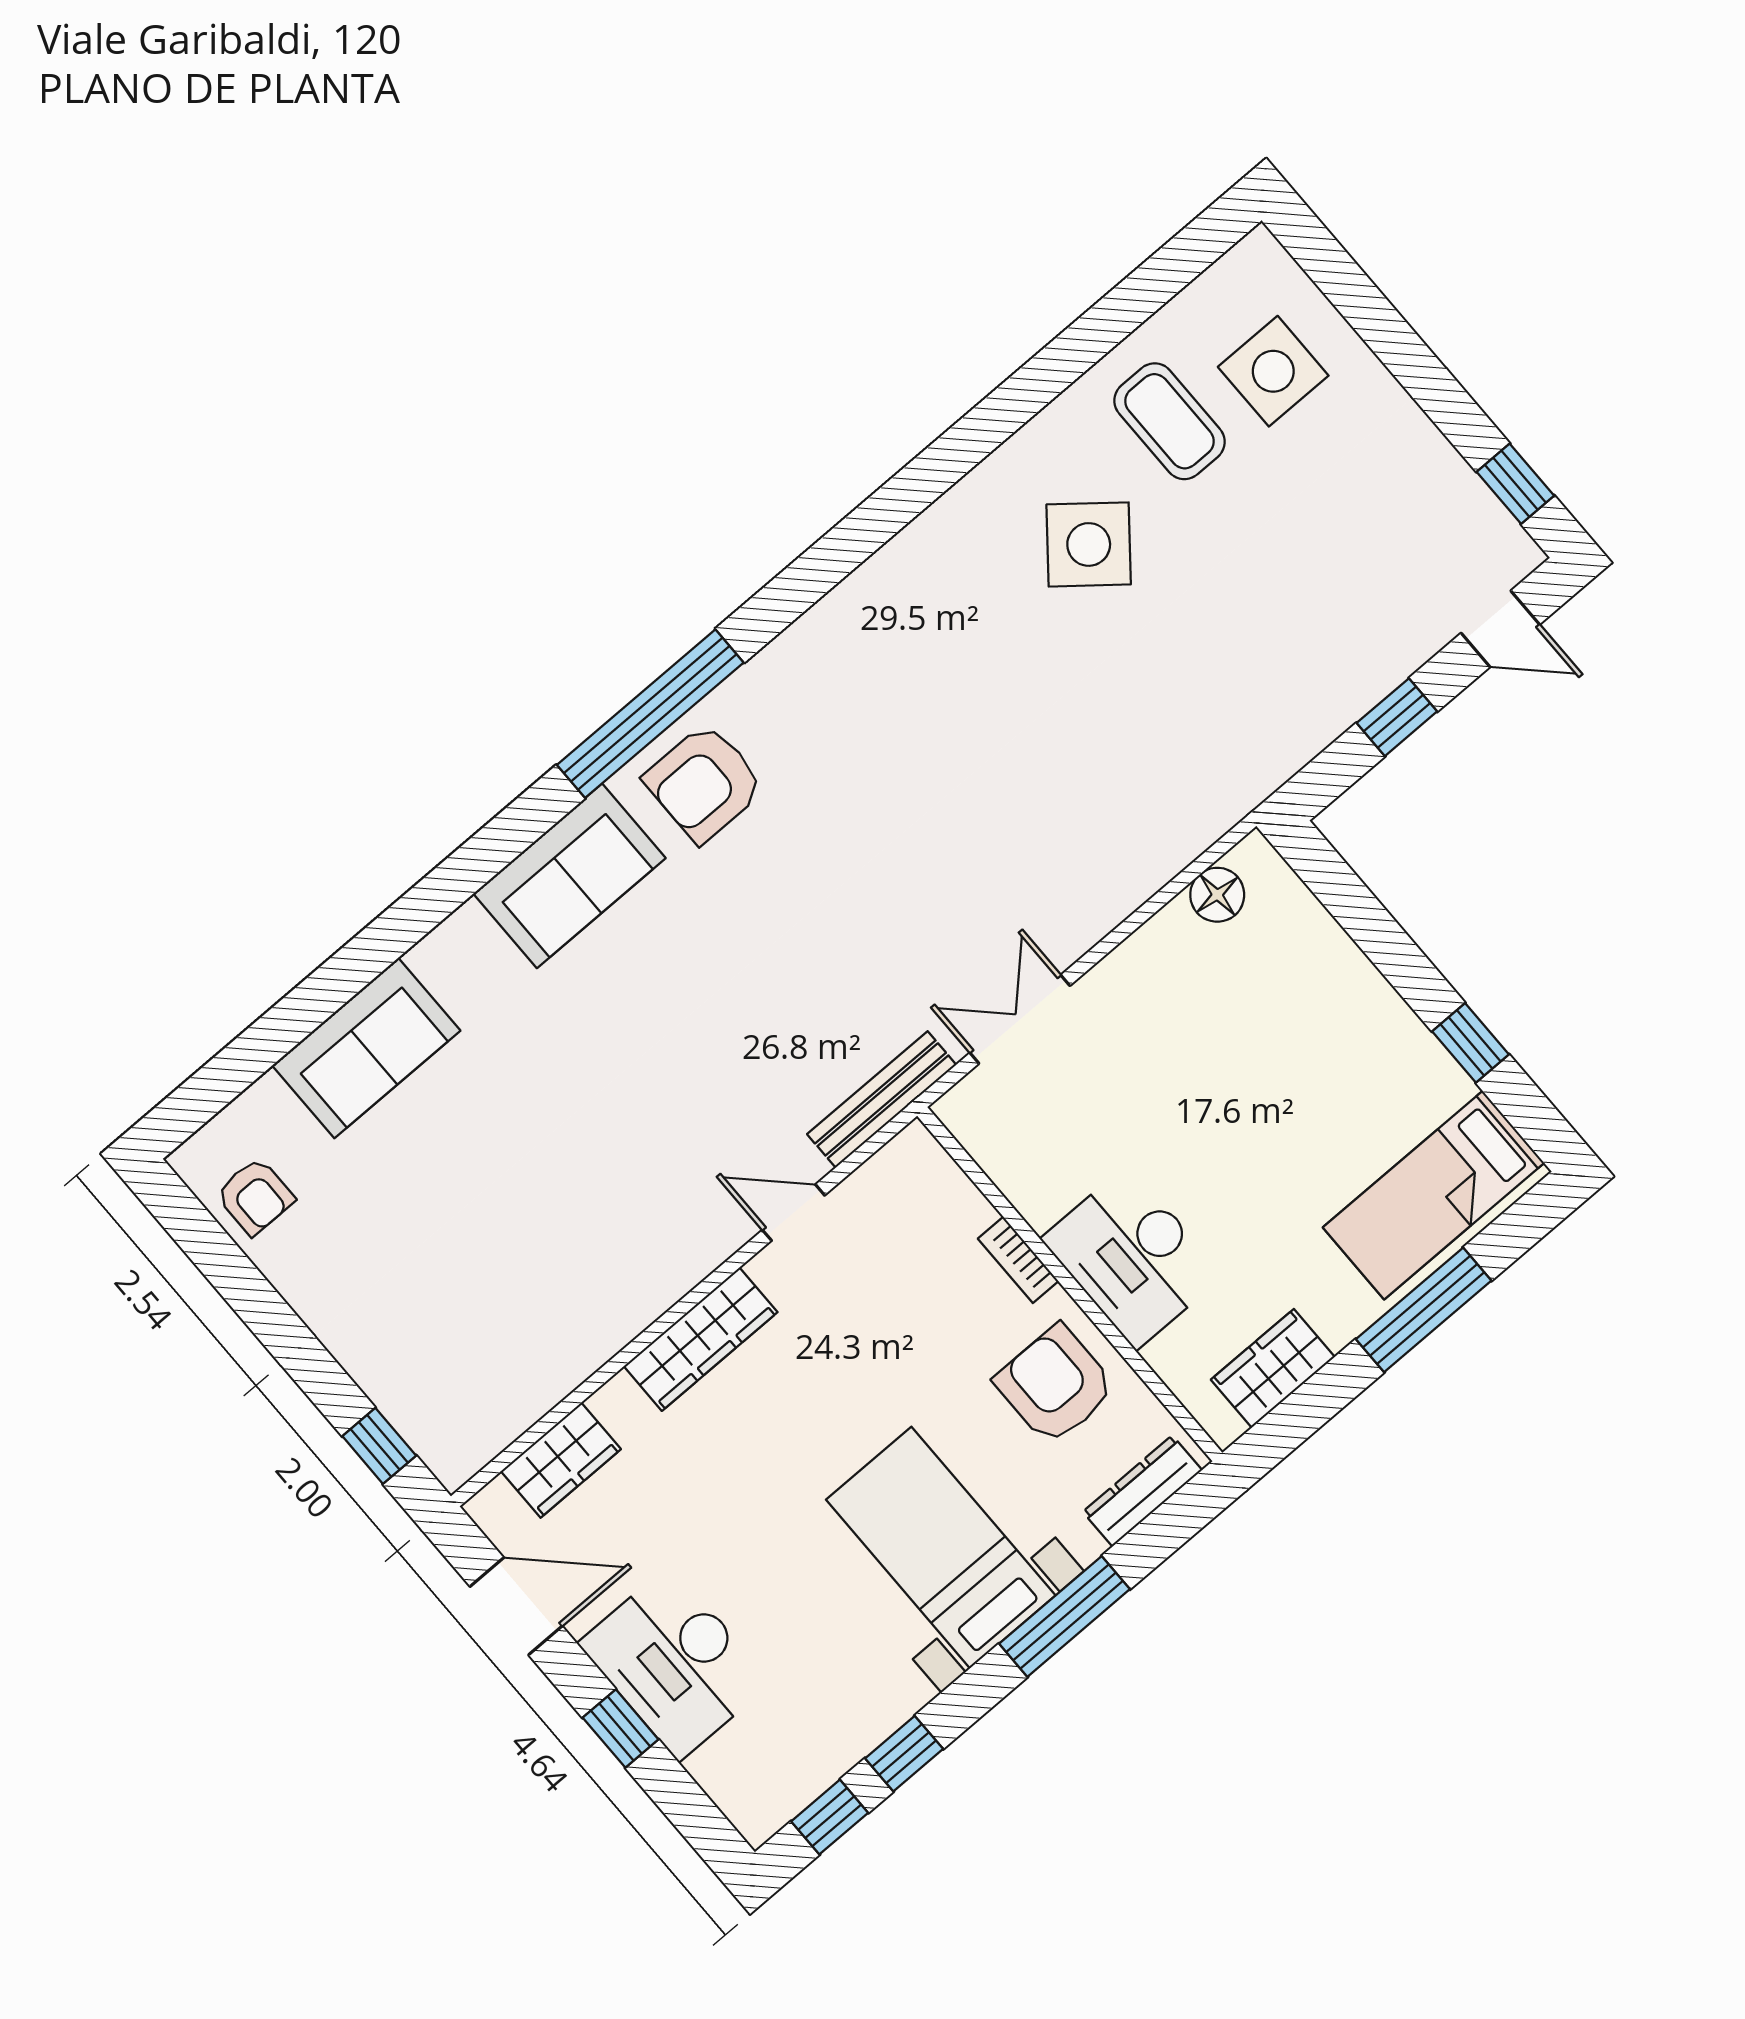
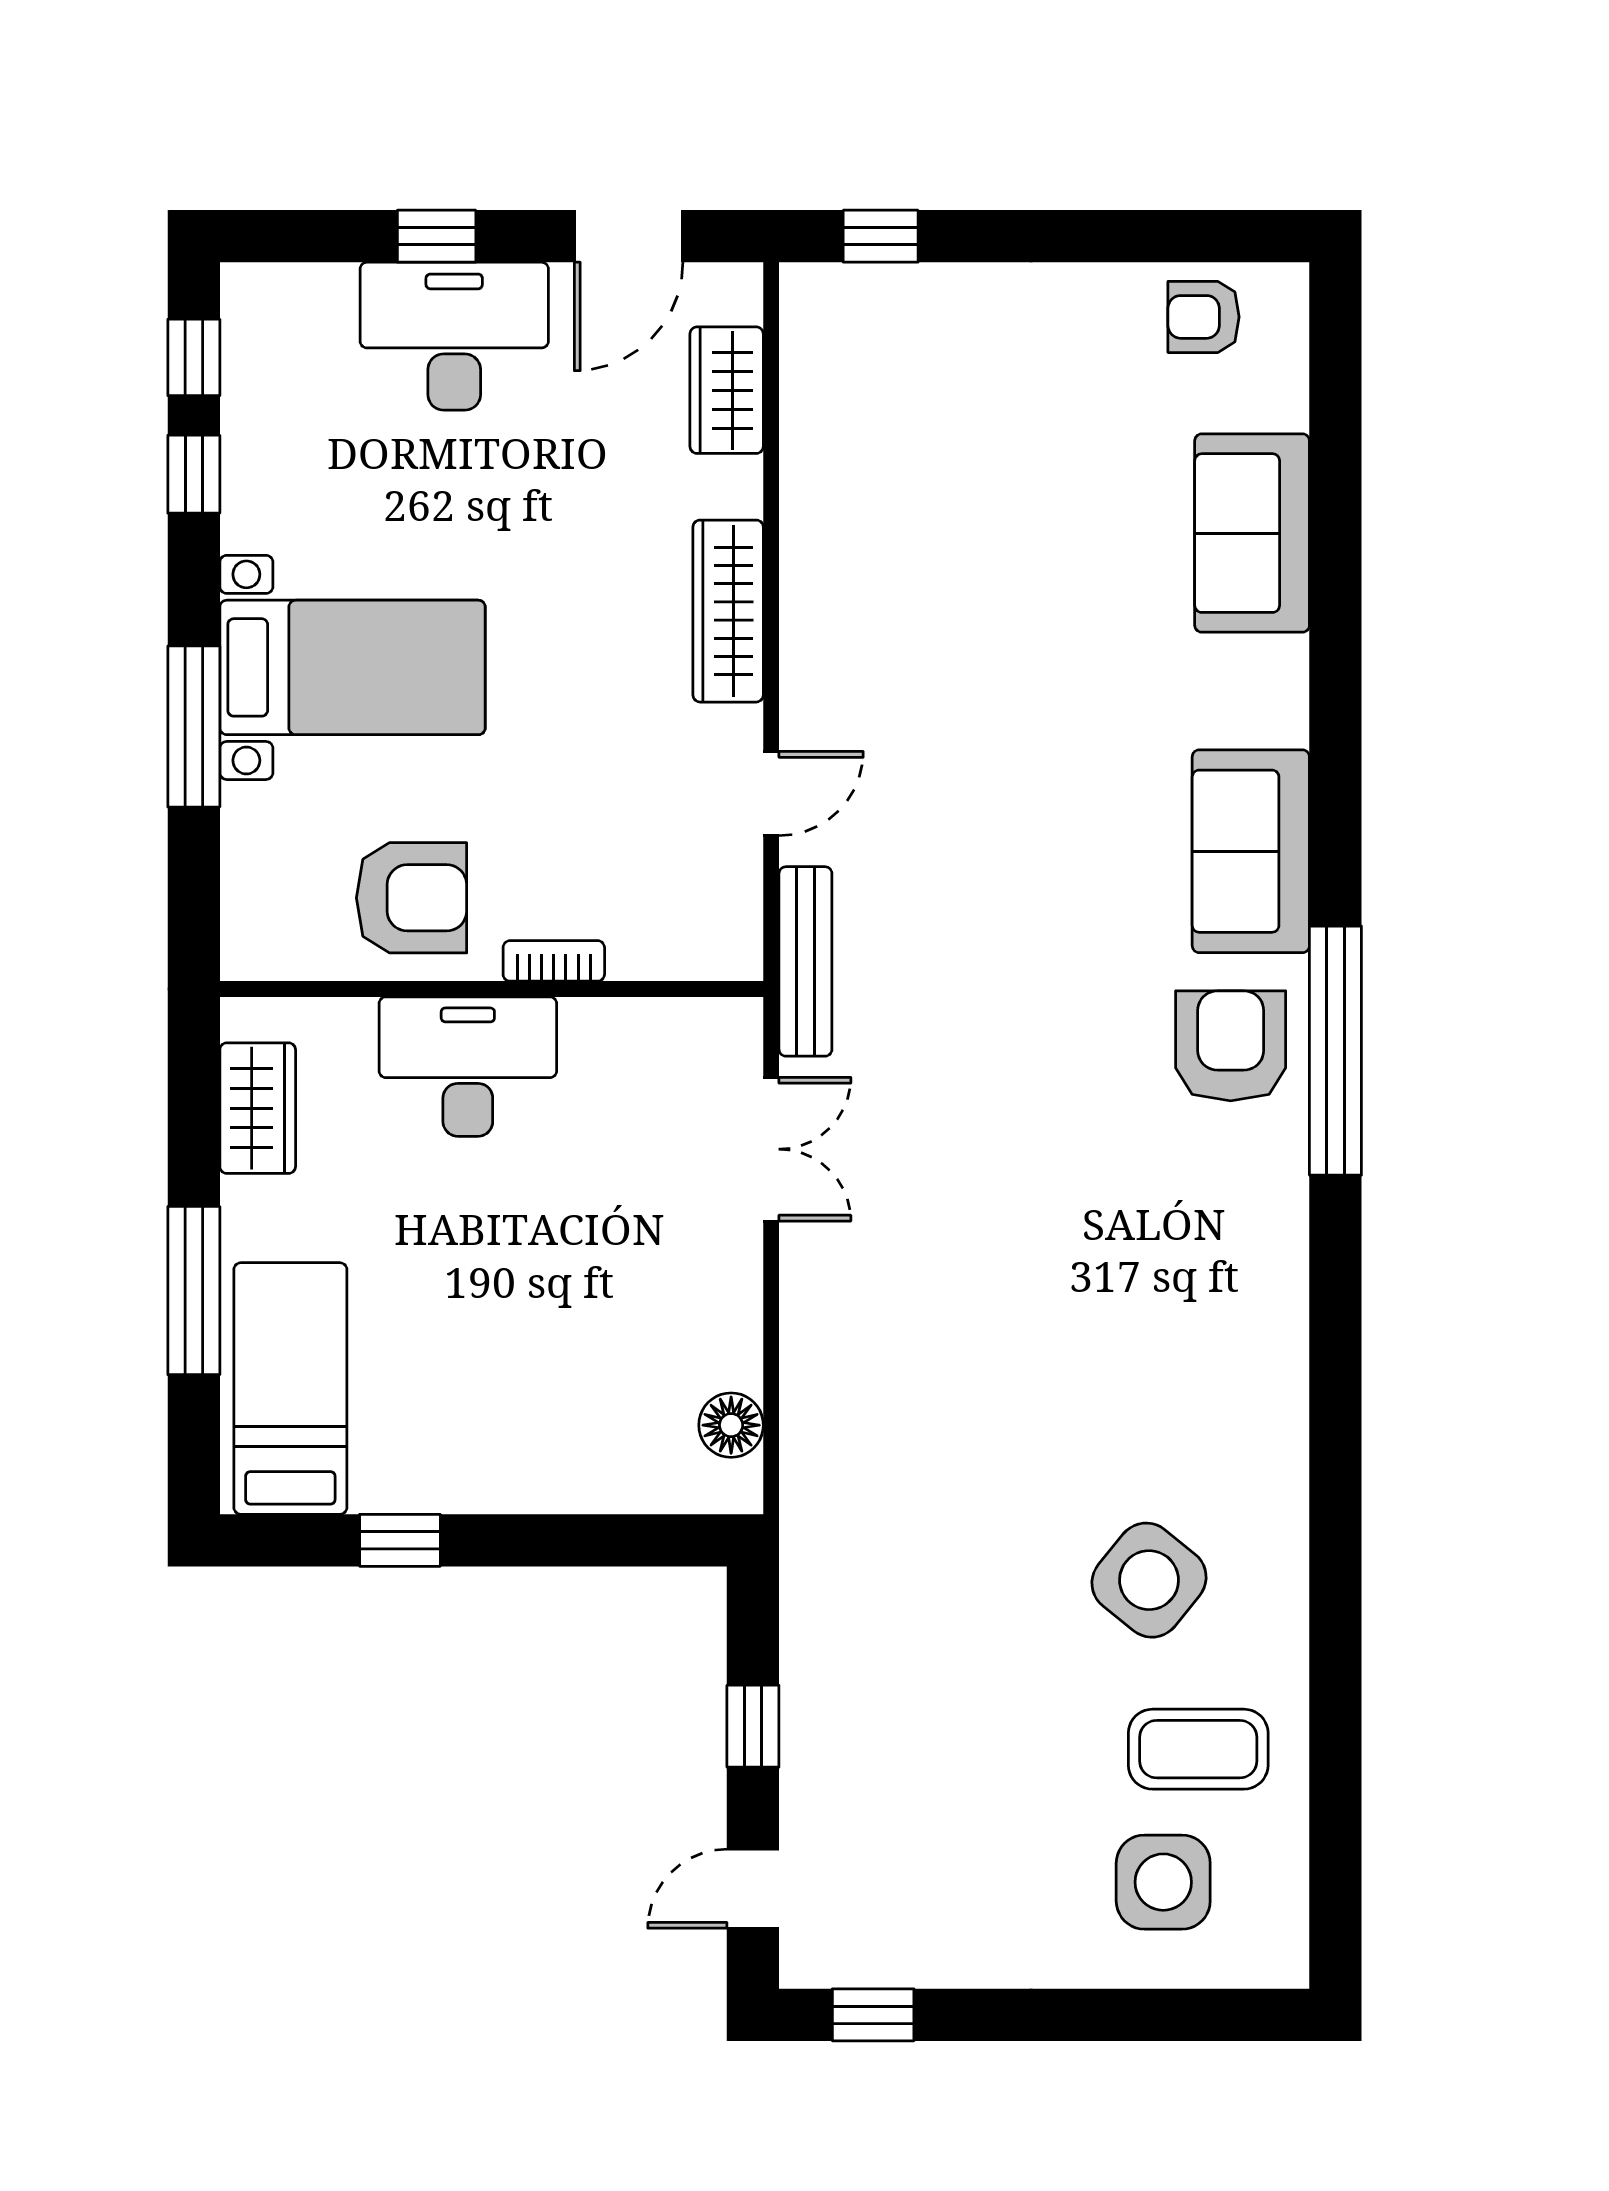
dresser: (1142, 1491) -> (247, 895), removed

